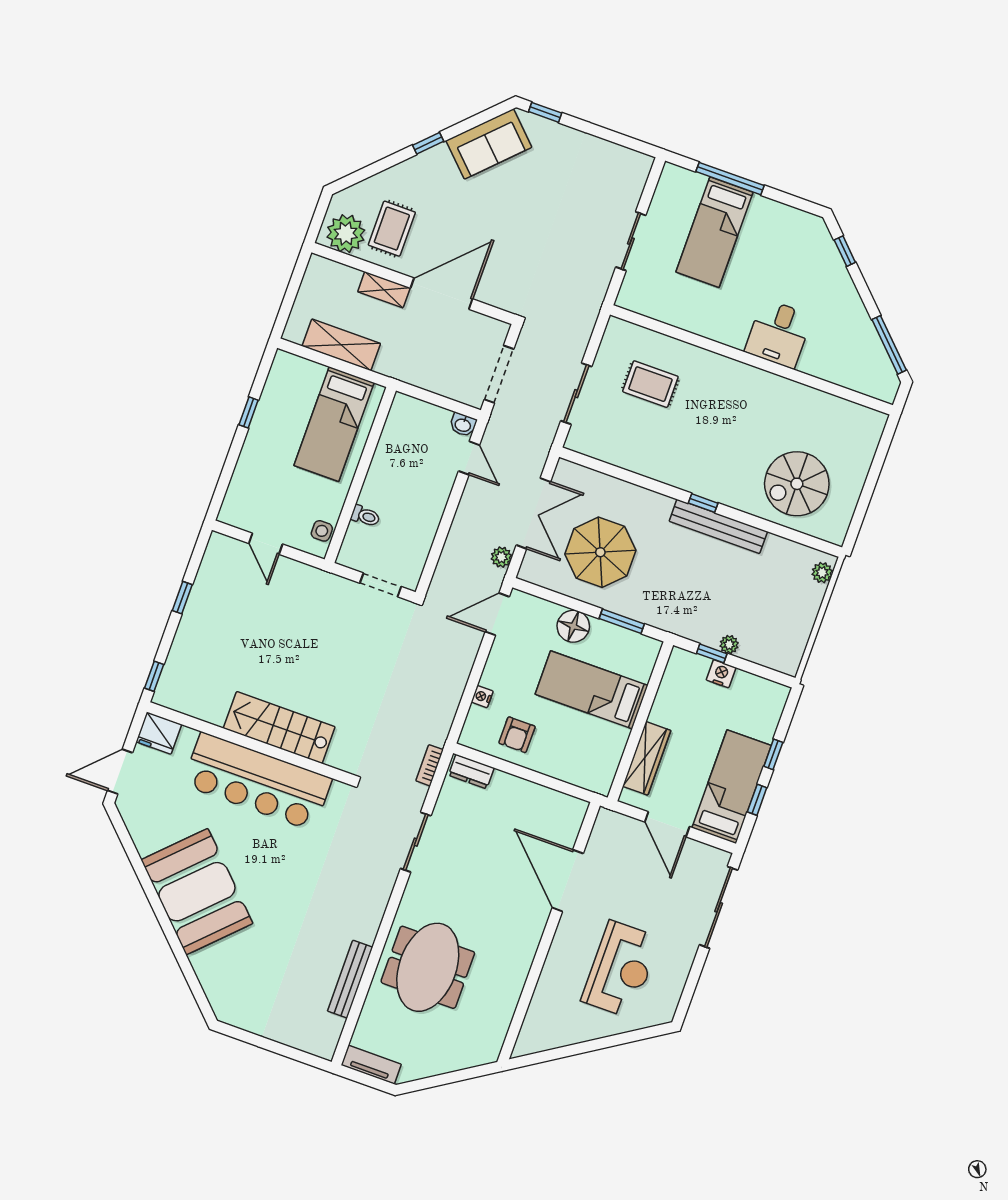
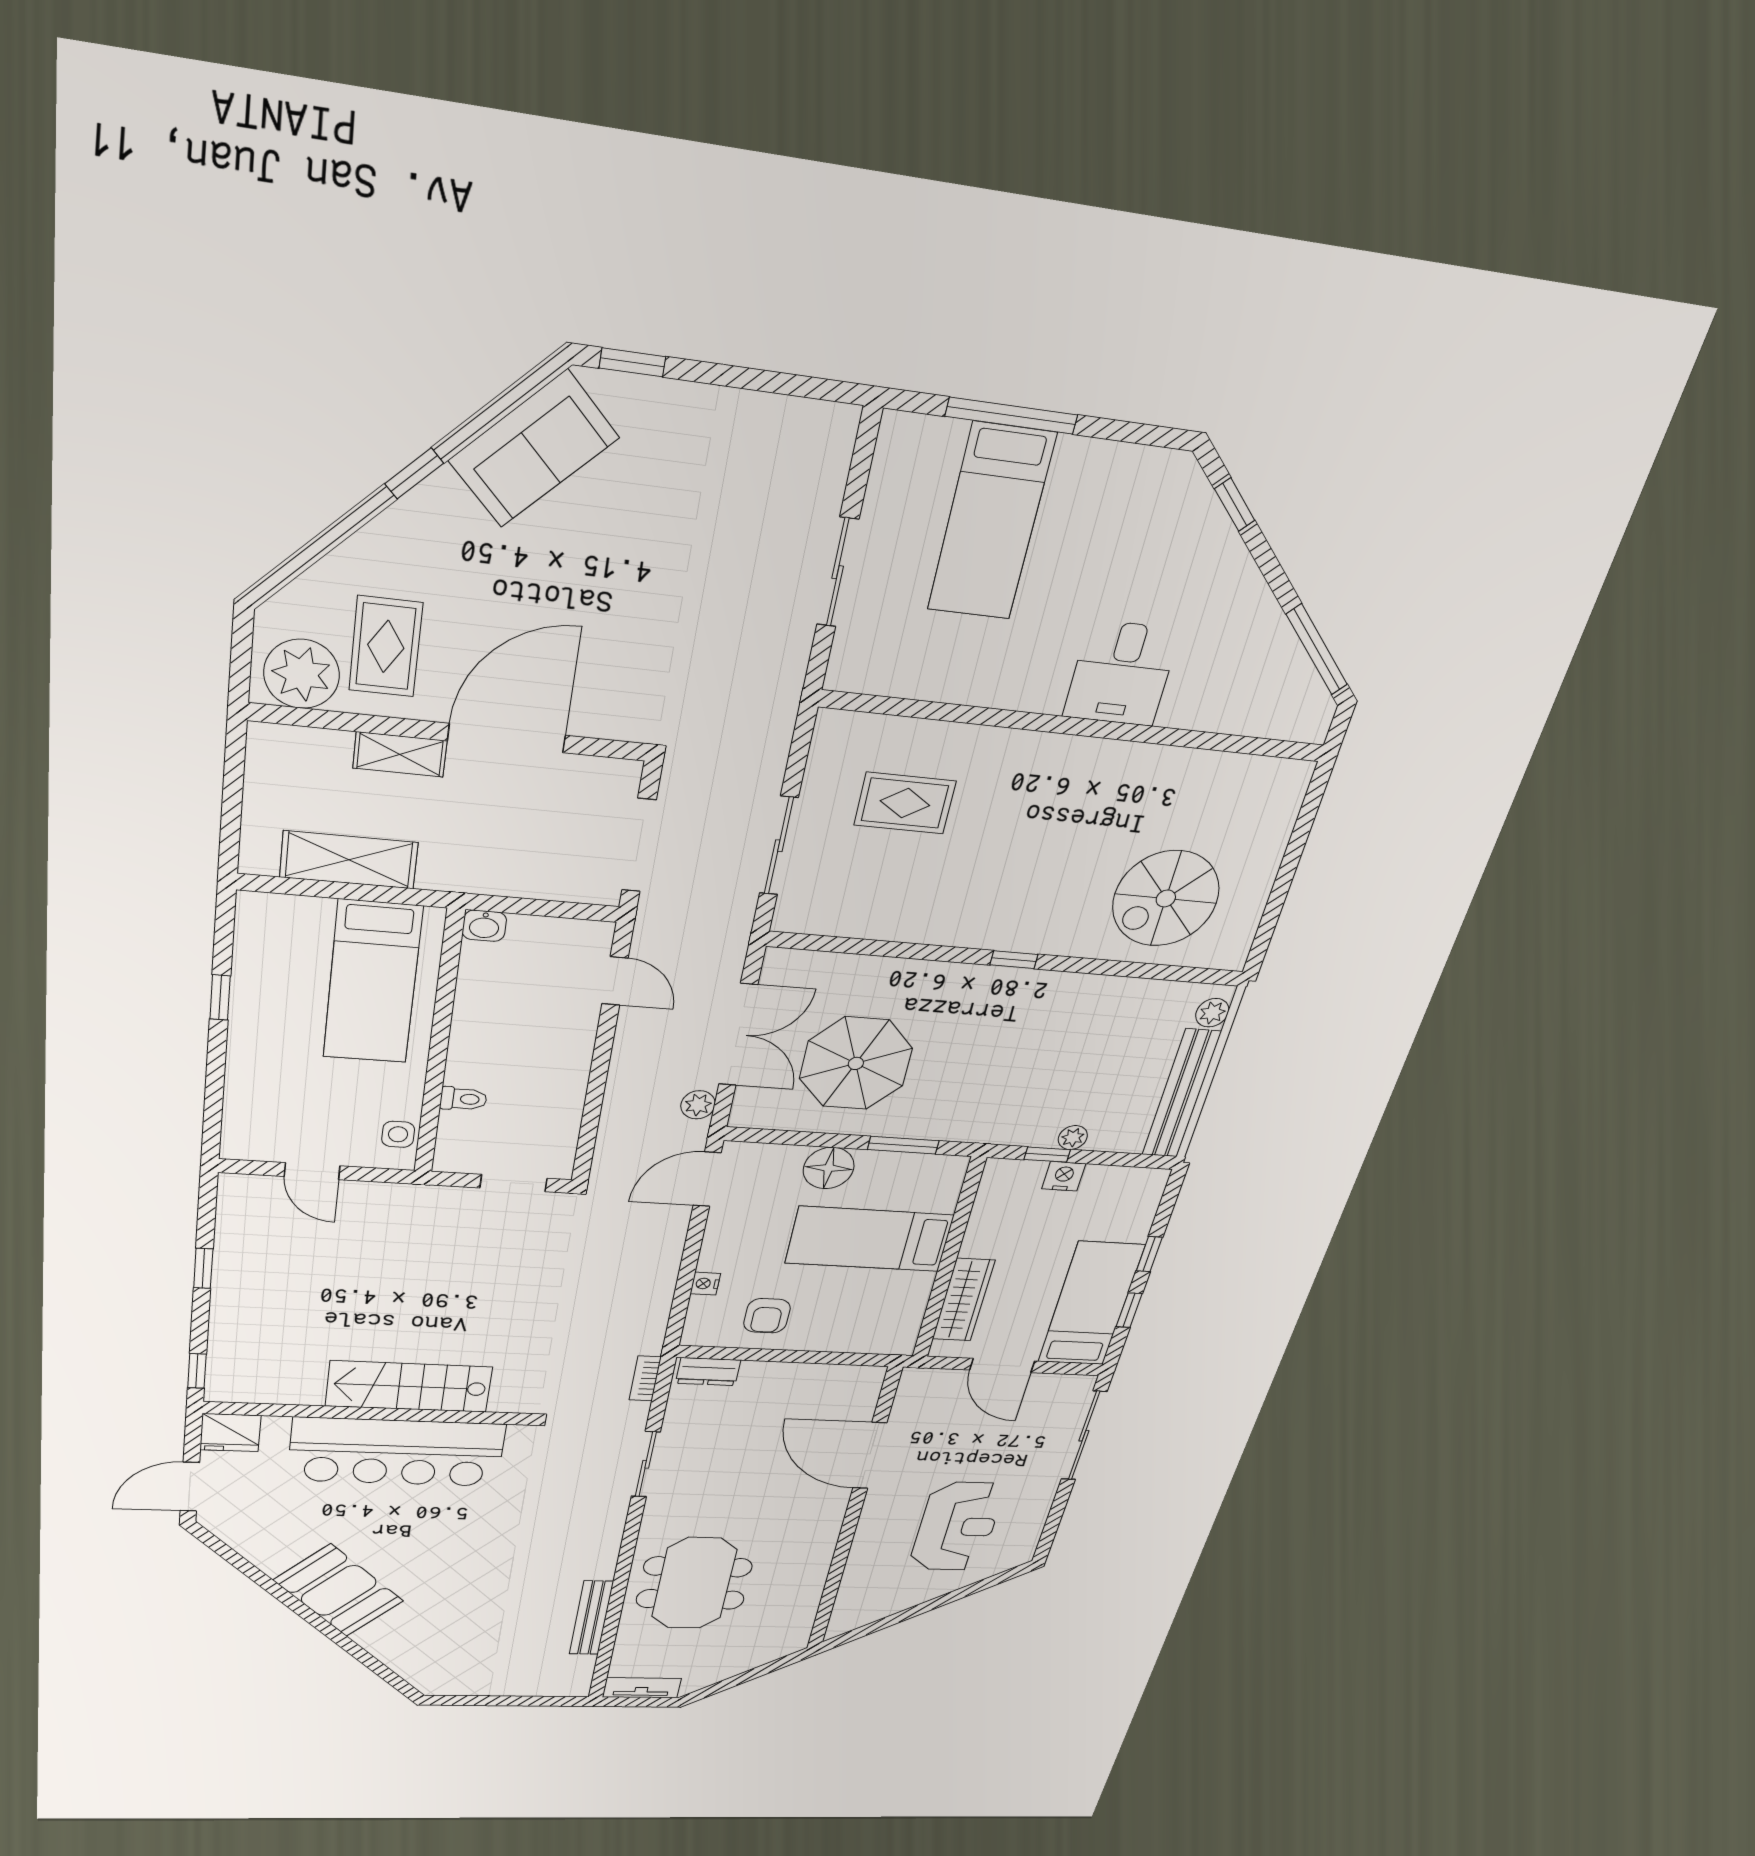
washbasin: (463, 425) -> (484, 926), moved
bench: (718, 526) -> (1181, 1094), moved, turned 90
booth: (197, 892) -> (339, 1591), width x0.73, depth x0.70

